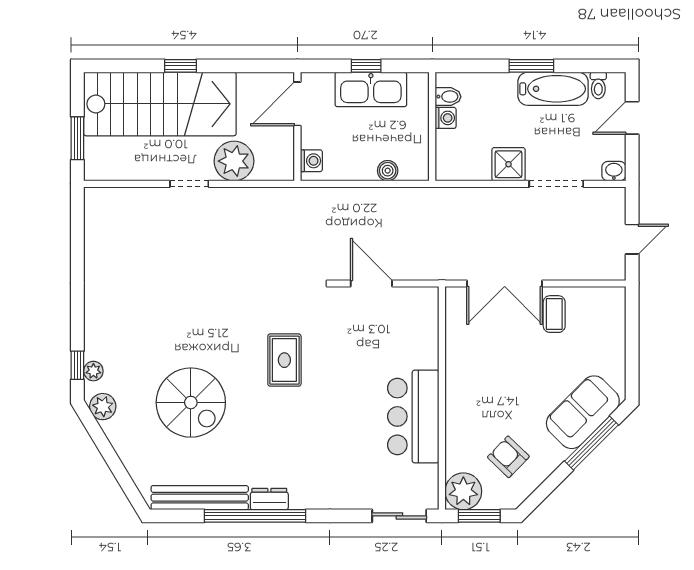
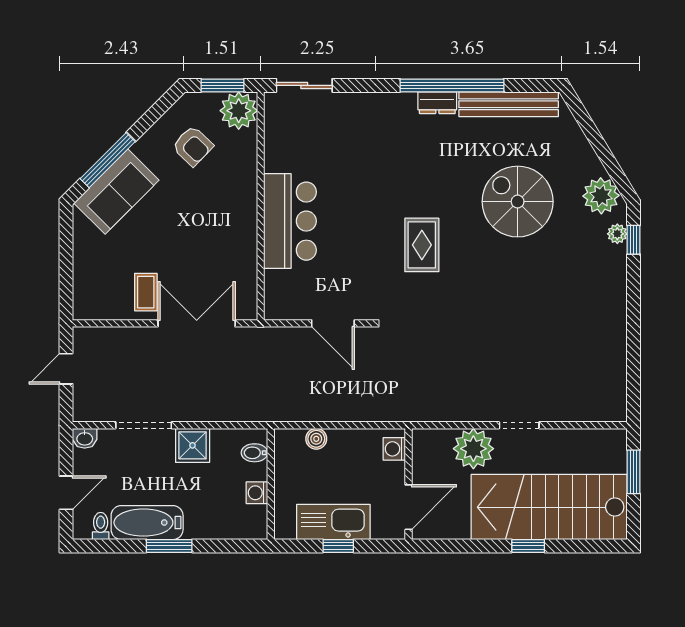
bidet: (448, 97) -> (254, 453), moved
plant: (103, 407) -> (601, 196), width x1.36, depth x1.36
bar counter: (413, 416) -> (290, 221), moved

